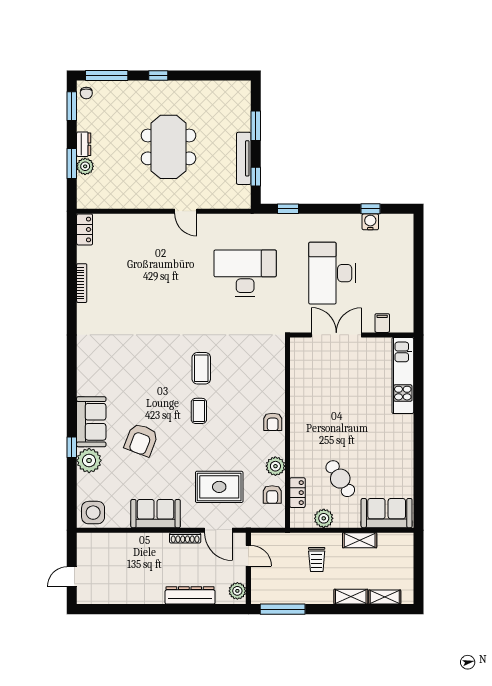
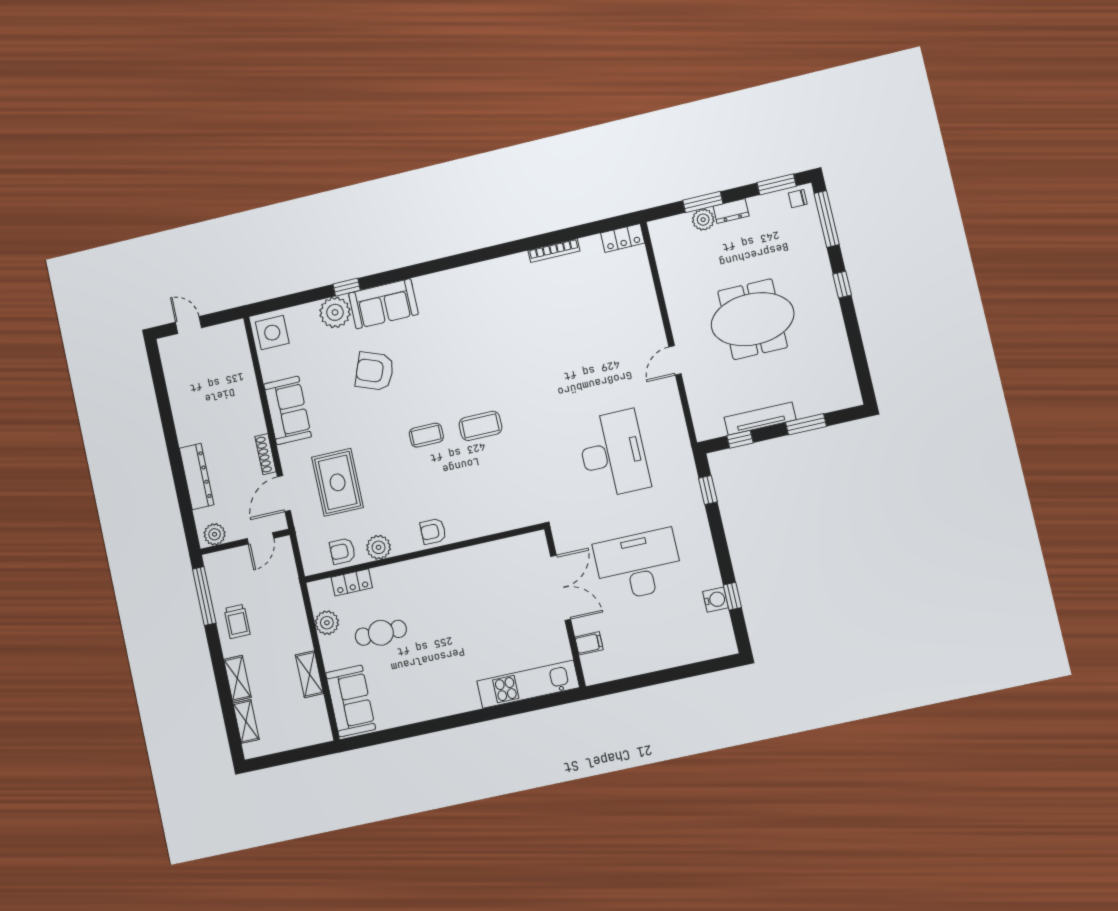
cafe table: (340, 479) -> (381, 633), turned 33
trolley: (317, 560) -> (237, 621), moved, turned -90

